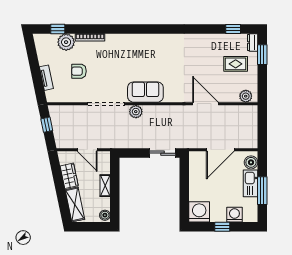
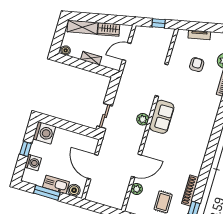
shoe rack: (215, 39) -> (190, 190), added
plant: (246, 96) -> (137, 189), moved
plant: (136, 112) -> (143, 119), moved

